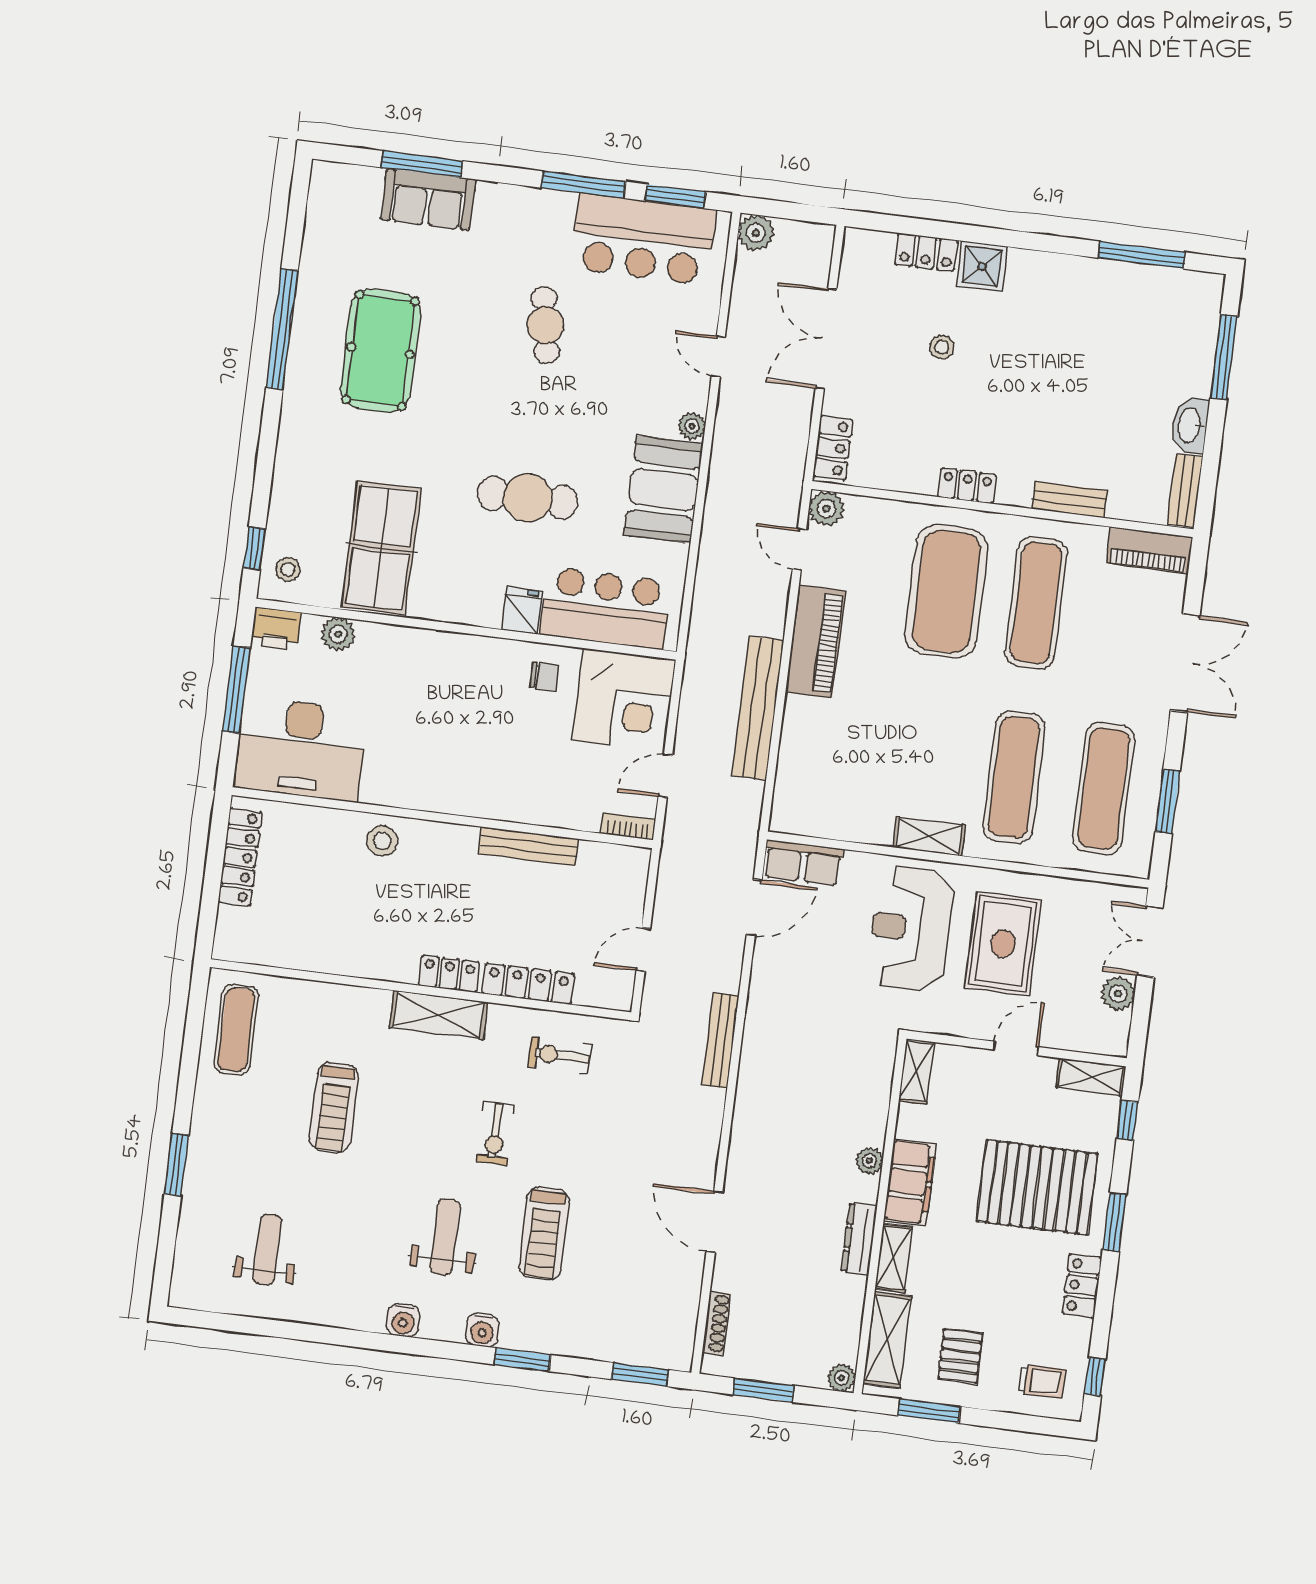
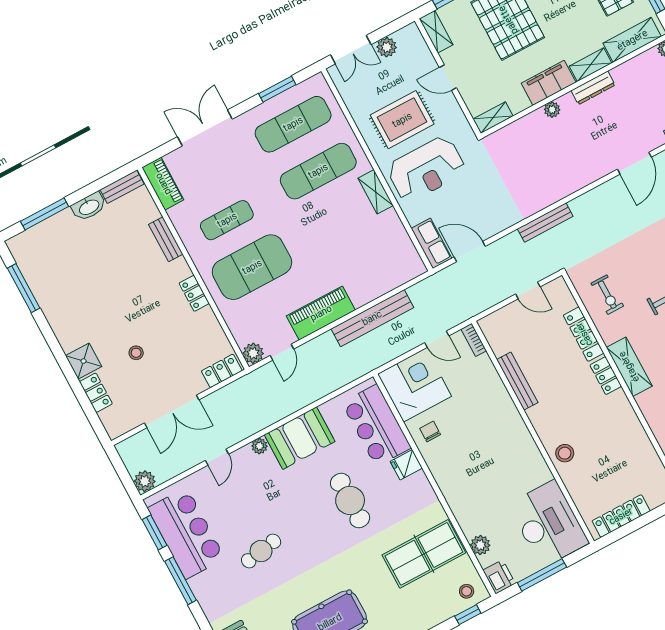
exercise mat: (1036, 603) -> (227, 220), width x0.73, depth x0.69

